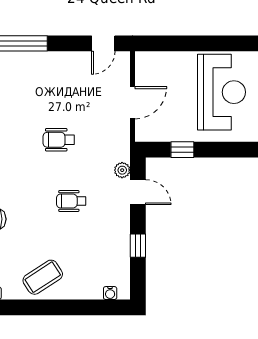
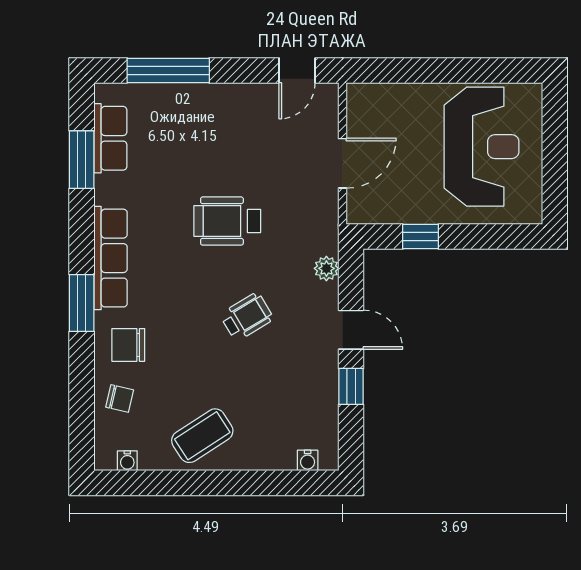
wheelchair: (59, 140) -> (227, 221), width x1.36, depth x1.37
door: (138, 192) -> (351, 330), moved
wheelchair: (71, 201) -> (247, 317), turned 149

